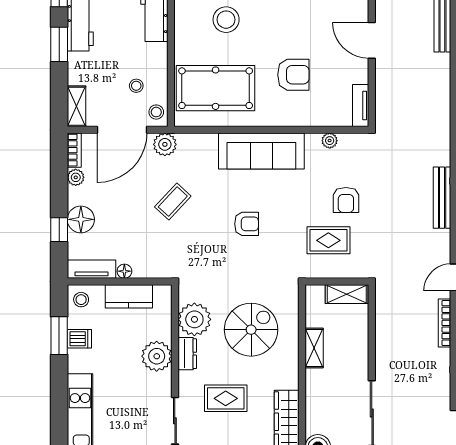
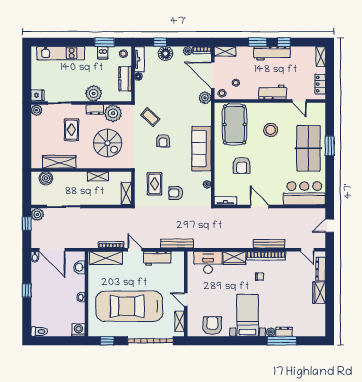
door: (372, 40) -> (260, 207), hinge flipped
coffee table: (173, 201) -> (150, 117), moved

